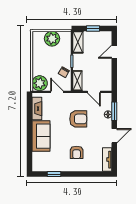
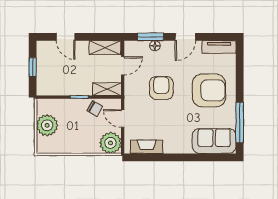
shelving: (78, 42) -> (105, 48), moved
door: (57, 92) -> (123, 118), hinge flipped
sofa: (41, 136) -> (214, 141), moved
door: (114, 136) -> (185, 37), swing flipped
armchair: (77, 152) -> (209, 90), width x1.88, depth x1.88
window: (54, 174) -> (240, 122), width x2.17

